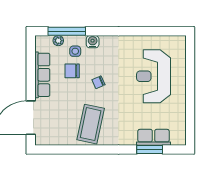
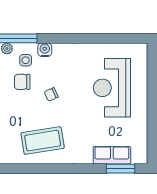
coffee table: (91, 124) -> (43, 141), turned 69
window: (150, 150) -> (120, 169), moved

